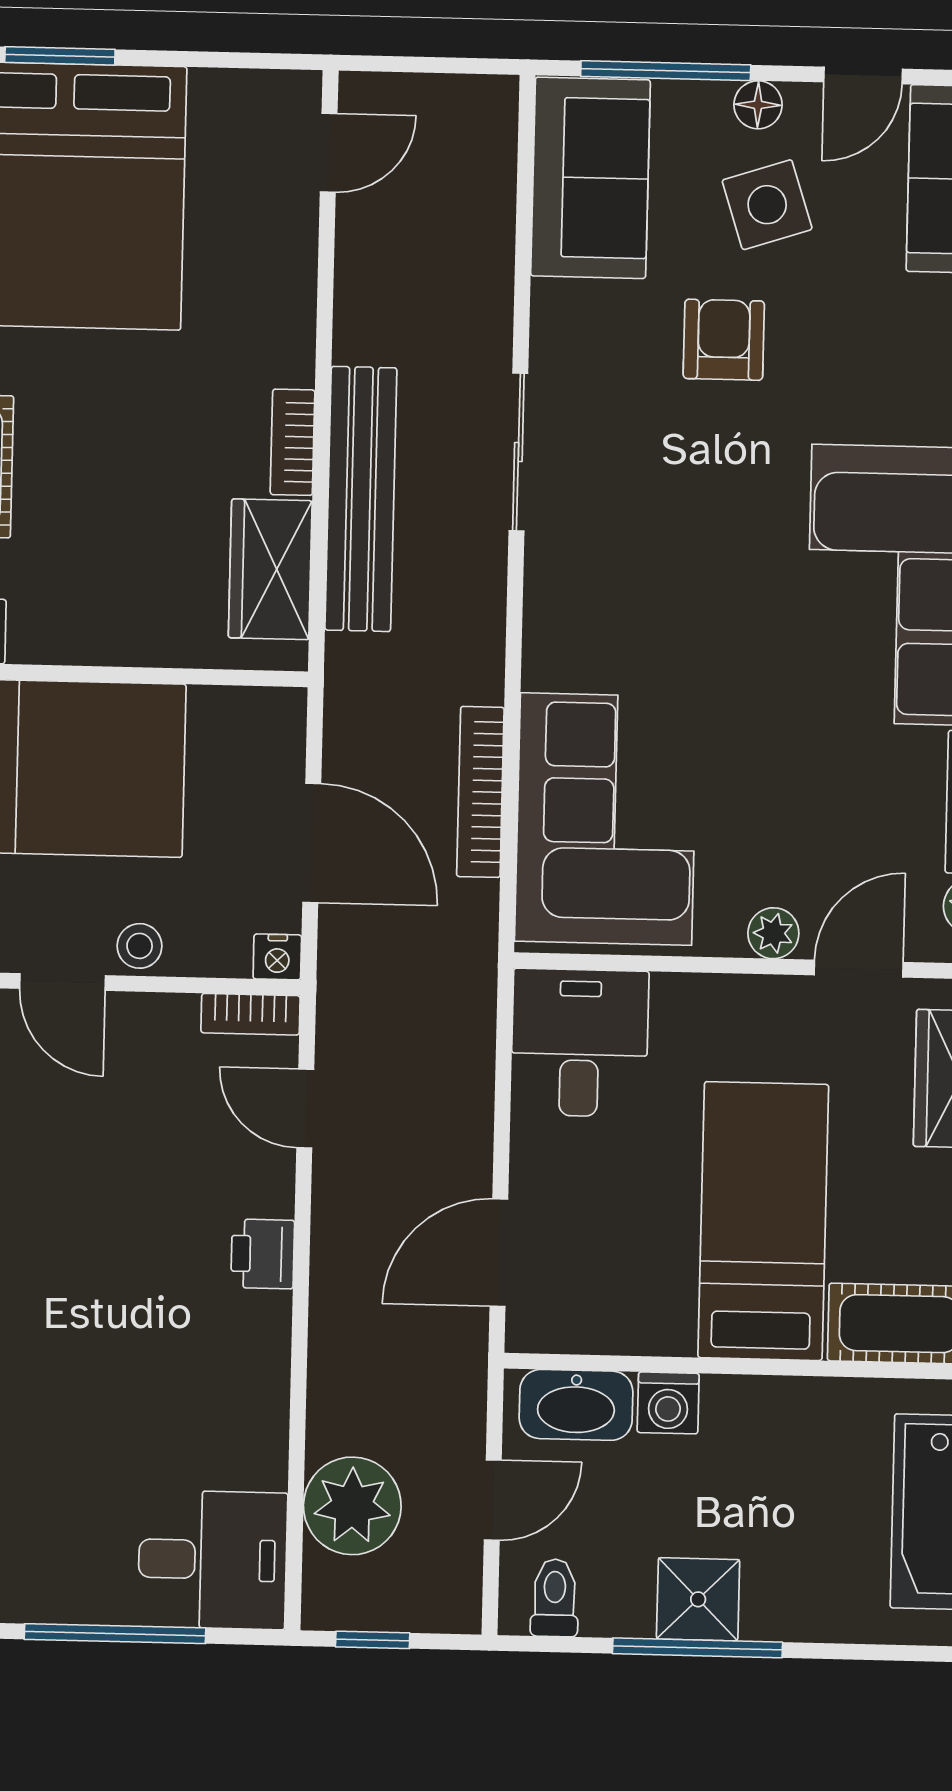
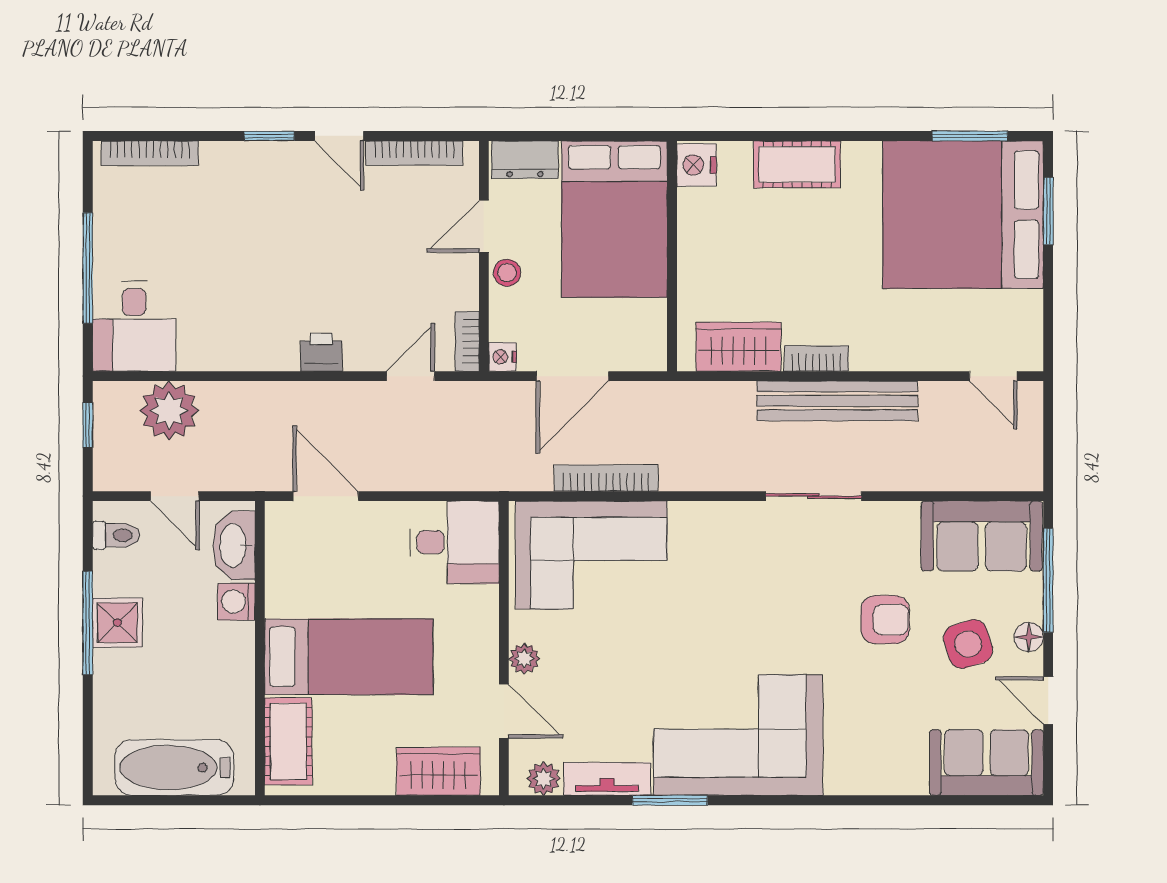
bench: (361, 499) -> (837, 401), moved

